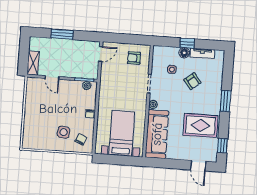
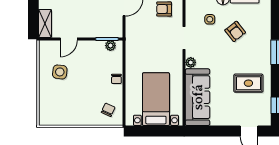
door: (52, 77) -> (69, 39), hinge flipped
rug: (200, 125) -> (248, 83), width x0.73, depth x0.70
side table: (64, 132) -> (60, 72), moved

